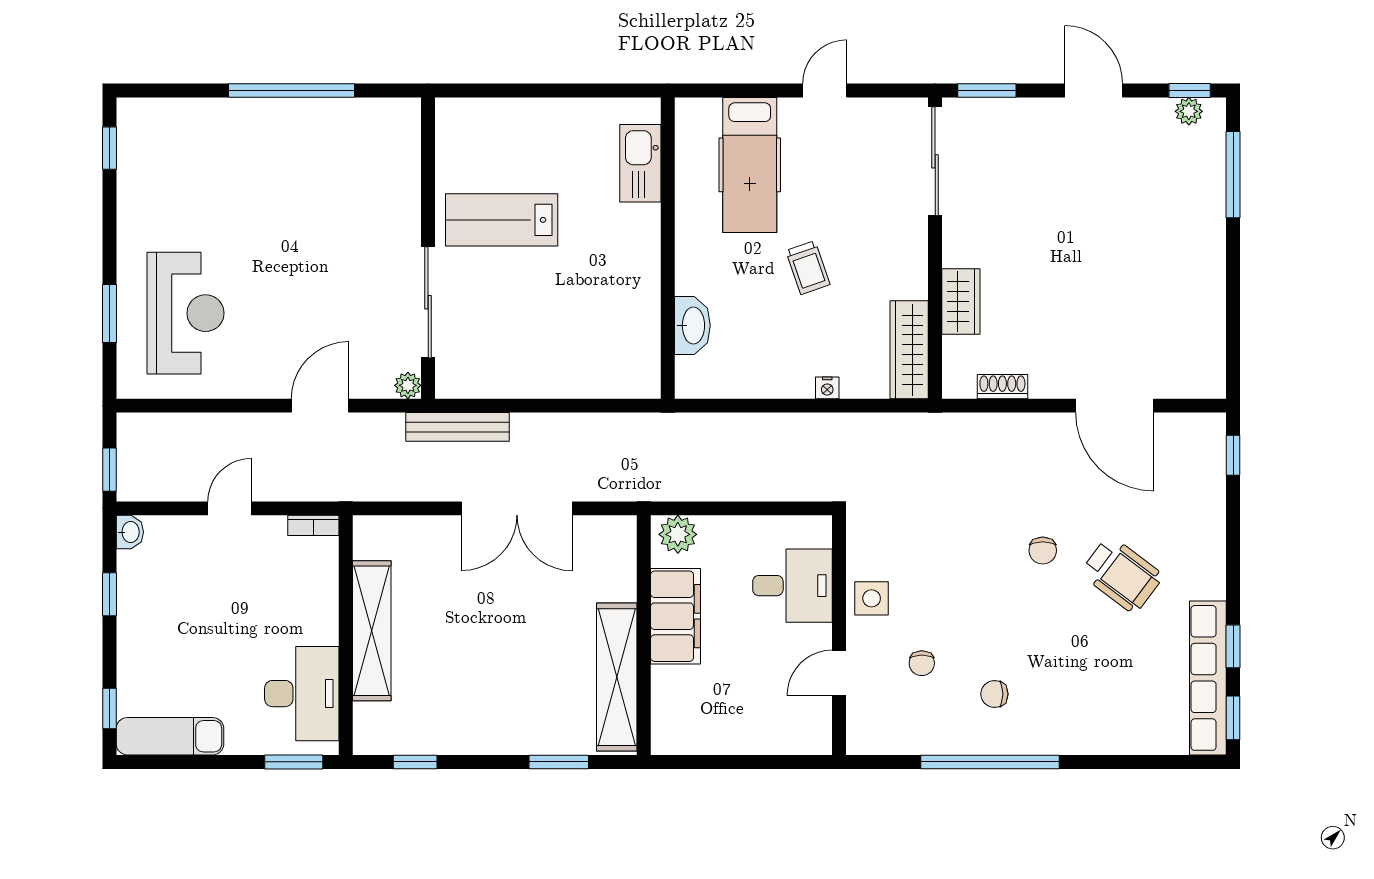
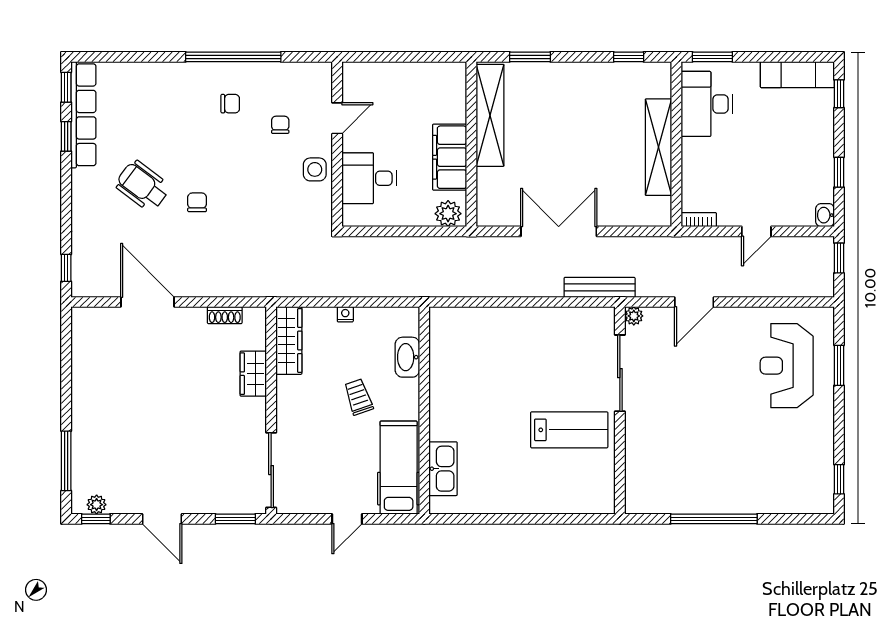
kitchen sink: (640, 163) -> (443, 469), moved
wall: (668, 248) -> (424, 410), moved
washbasin: (692, 325) -> (407, 357), moved

